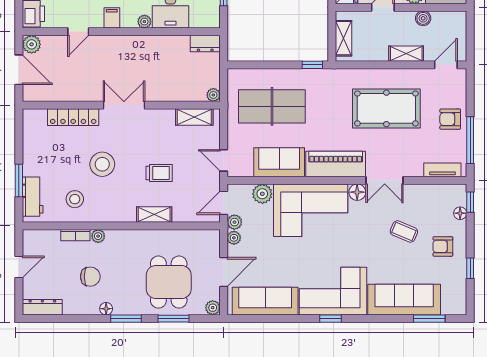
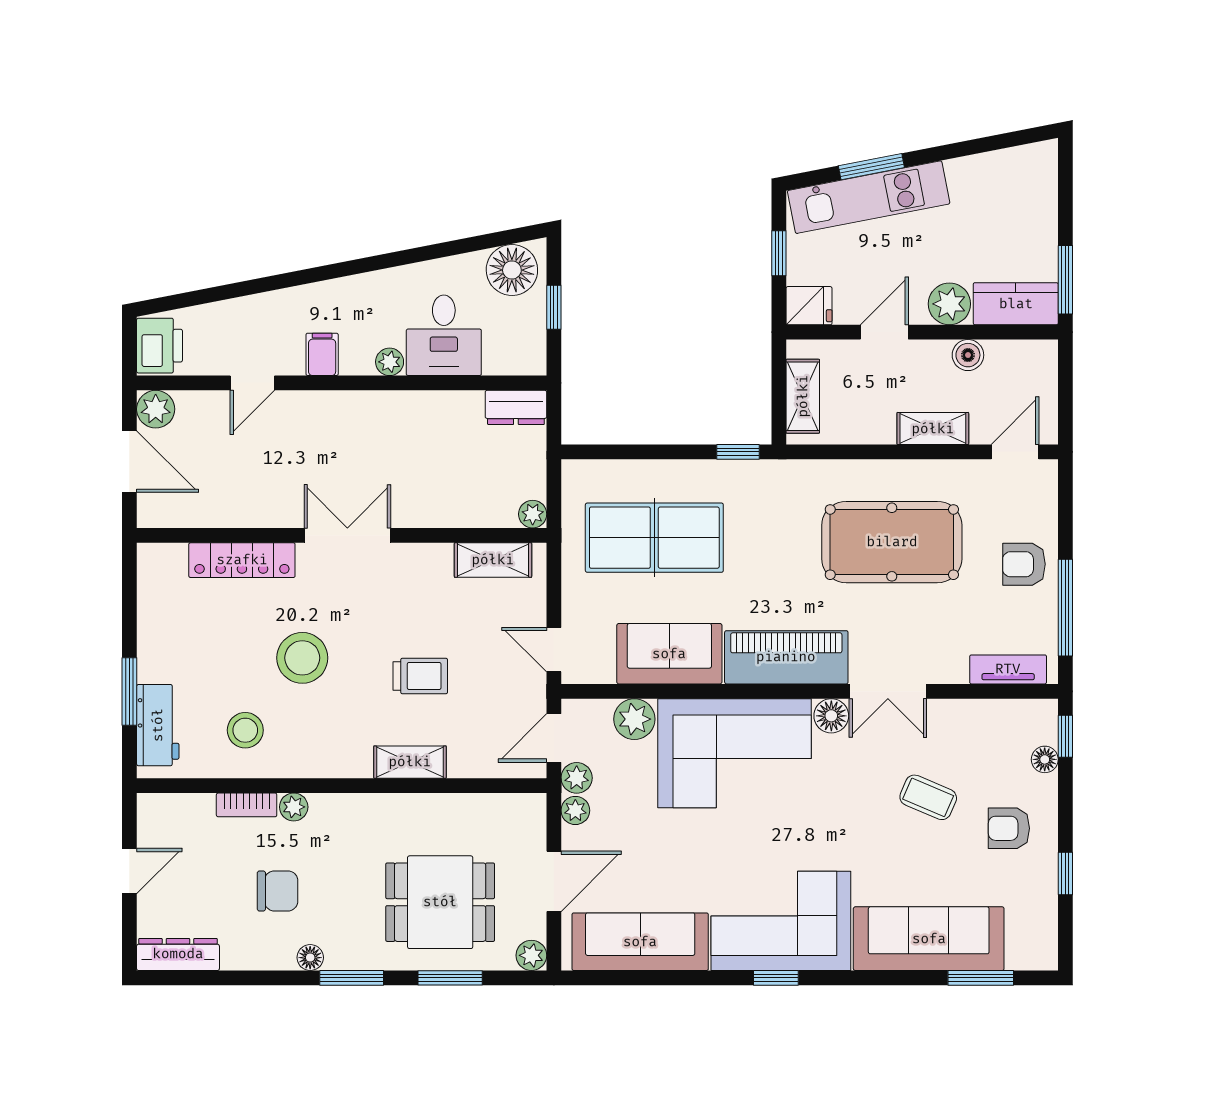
dining table: (169, 282) -> (440, 902), turned 90

